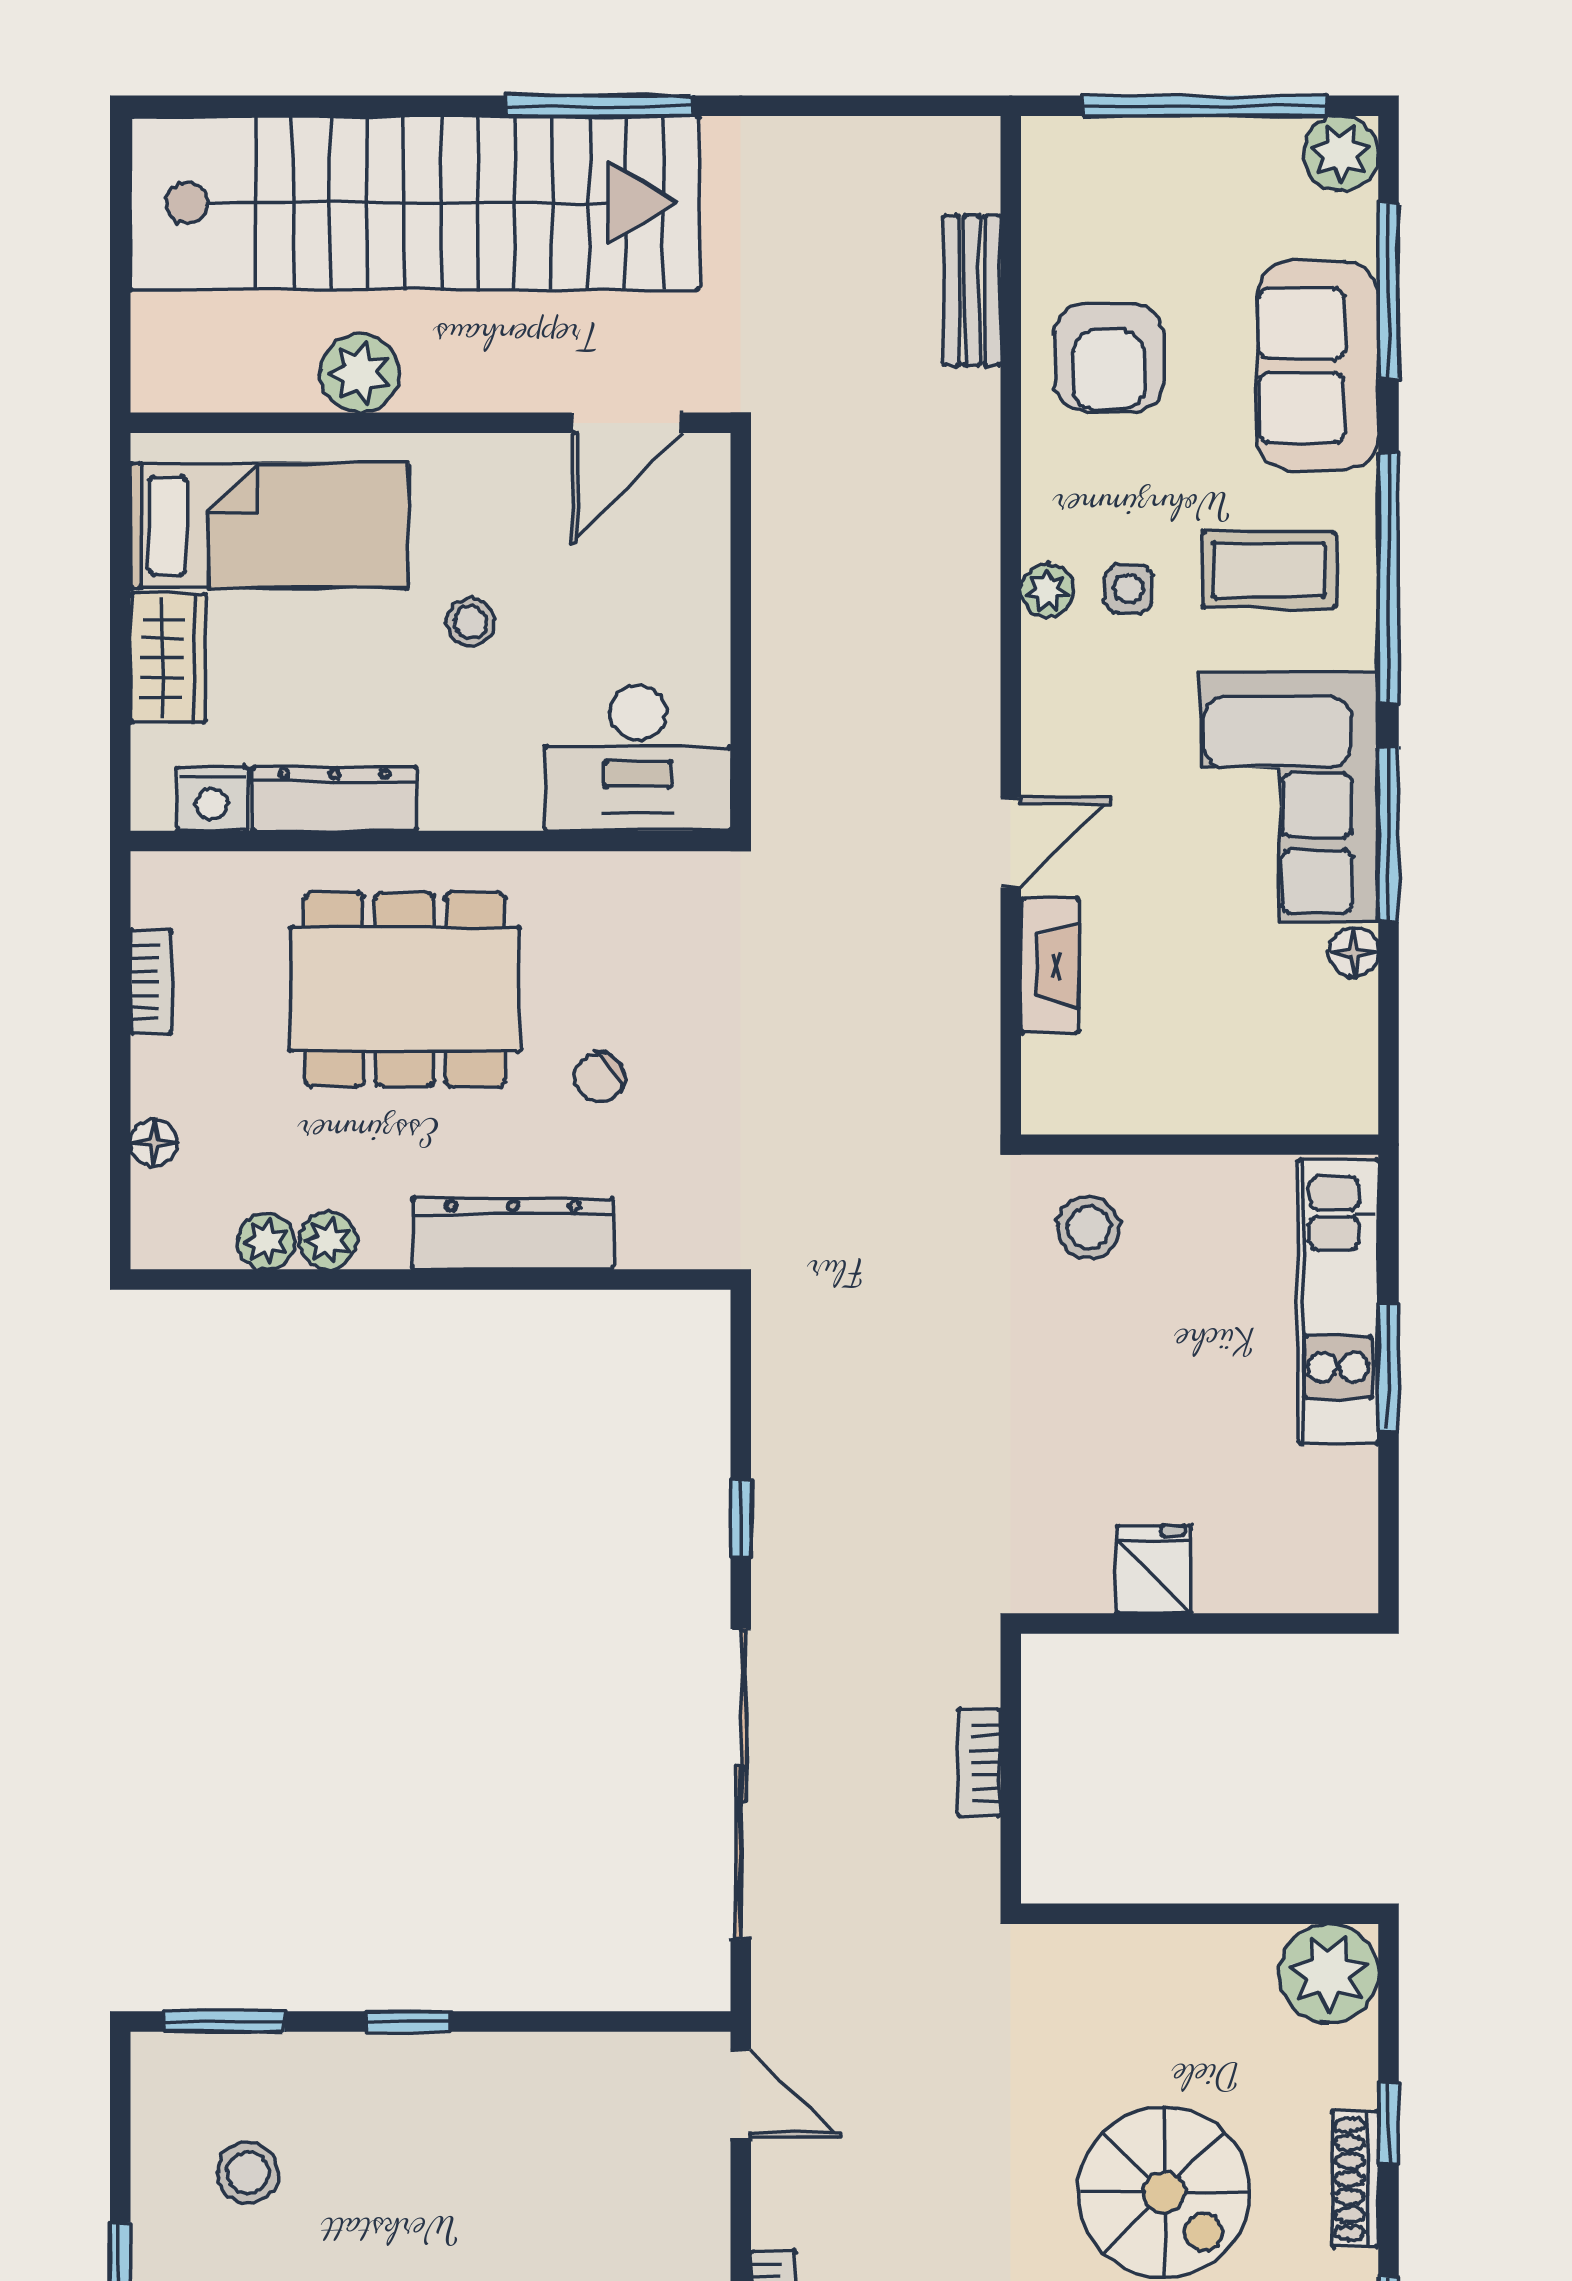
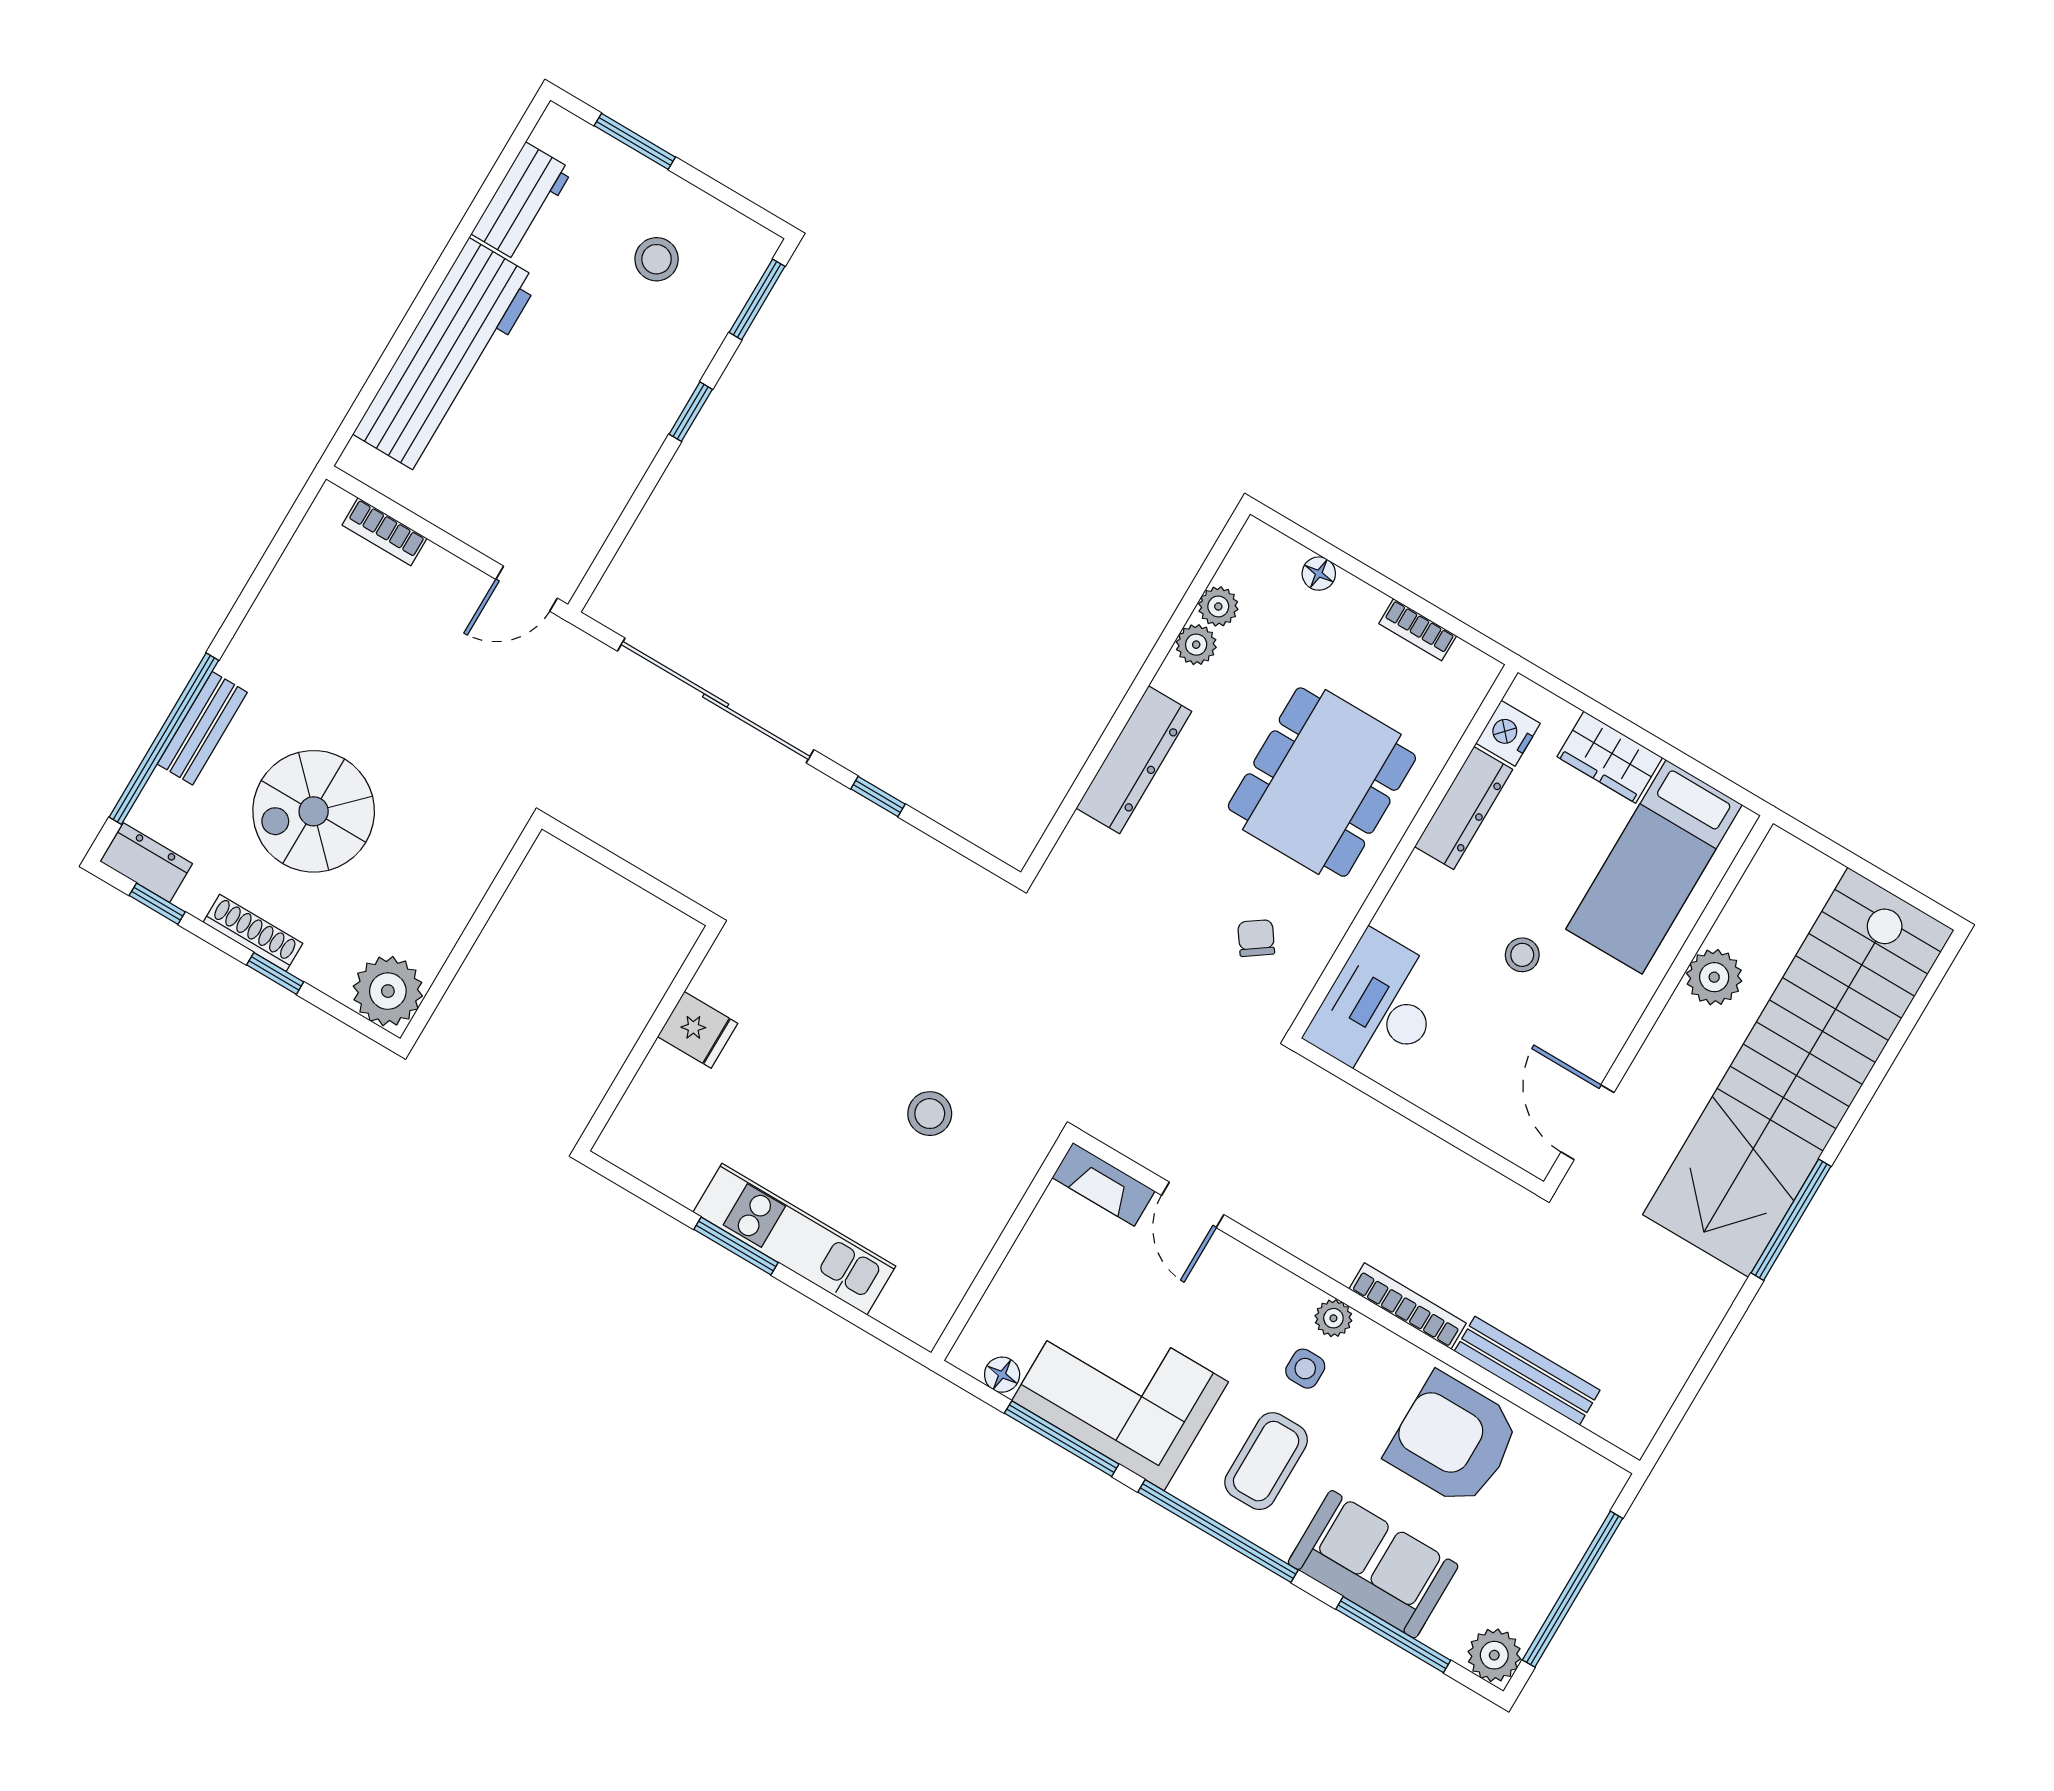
bench: (972, 290) -> (1527, 1371), width x1.36
armchair: (1109, 357) -> (1453, 1440), width x1.36, depth x1.36
chair: (600, 1078) -> (1256, 938), moved
wall: (1200, 1145) -> (1002, 1248), moved
bookcase: (979, 1763) -> (1408, 1306), moved, width x1.56

